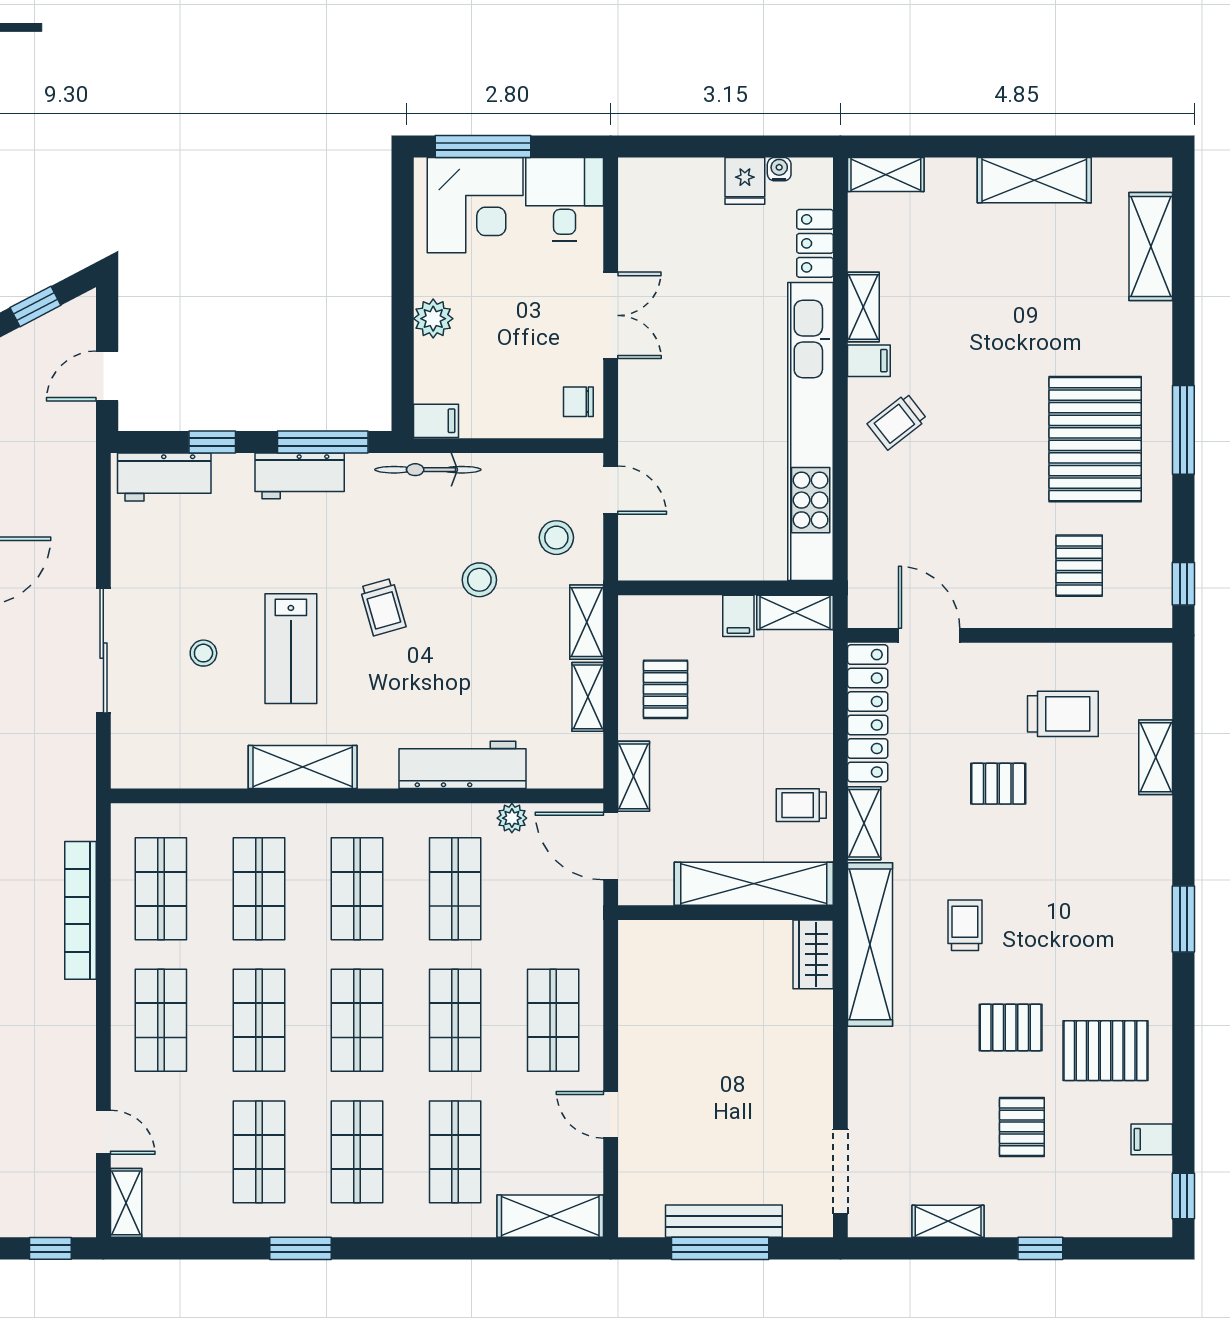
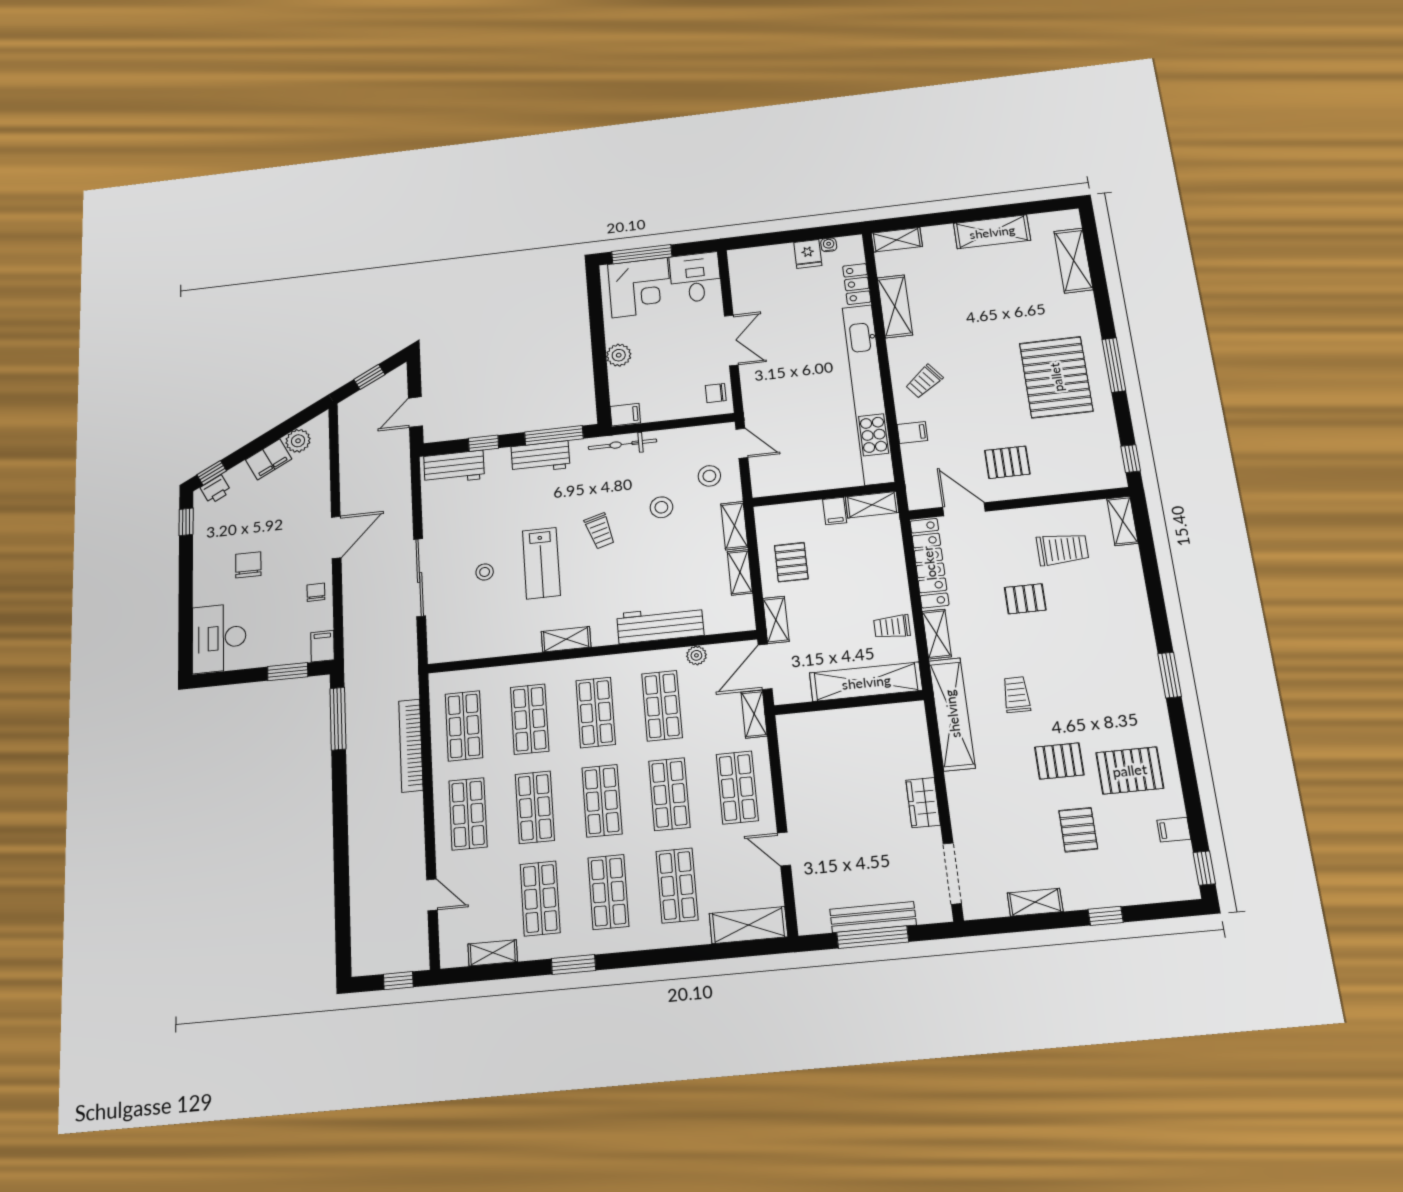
shelving: (863, 307) -> (895, 306), width x1.50, depth x1.33
filing cabinet: (869, 361) -> (912, 433), moved
pallet: (1079, 566) -> (1007, 462), moved, turned 90
shelving: (1156, 757) -> (1122, 521), moved
shelving: (303, 767) -> (566, 639), width x0.67, depth x0.75
door: (611, 846) -> (765, 667), hinge flipped
shelving: (588, 915) -> (754, 714), added
wardrobe: (813, 954) -> (923, 803), moved
shelving: (126, 1203) -> (493, 953), moved, turned 90

